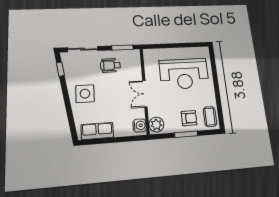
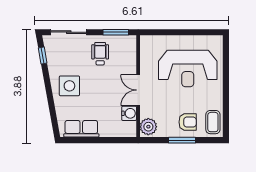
wheelchair: (110, 65) -> (100, 54), turned 90
water cooler: (140, 125) -> (129, 113), moved

